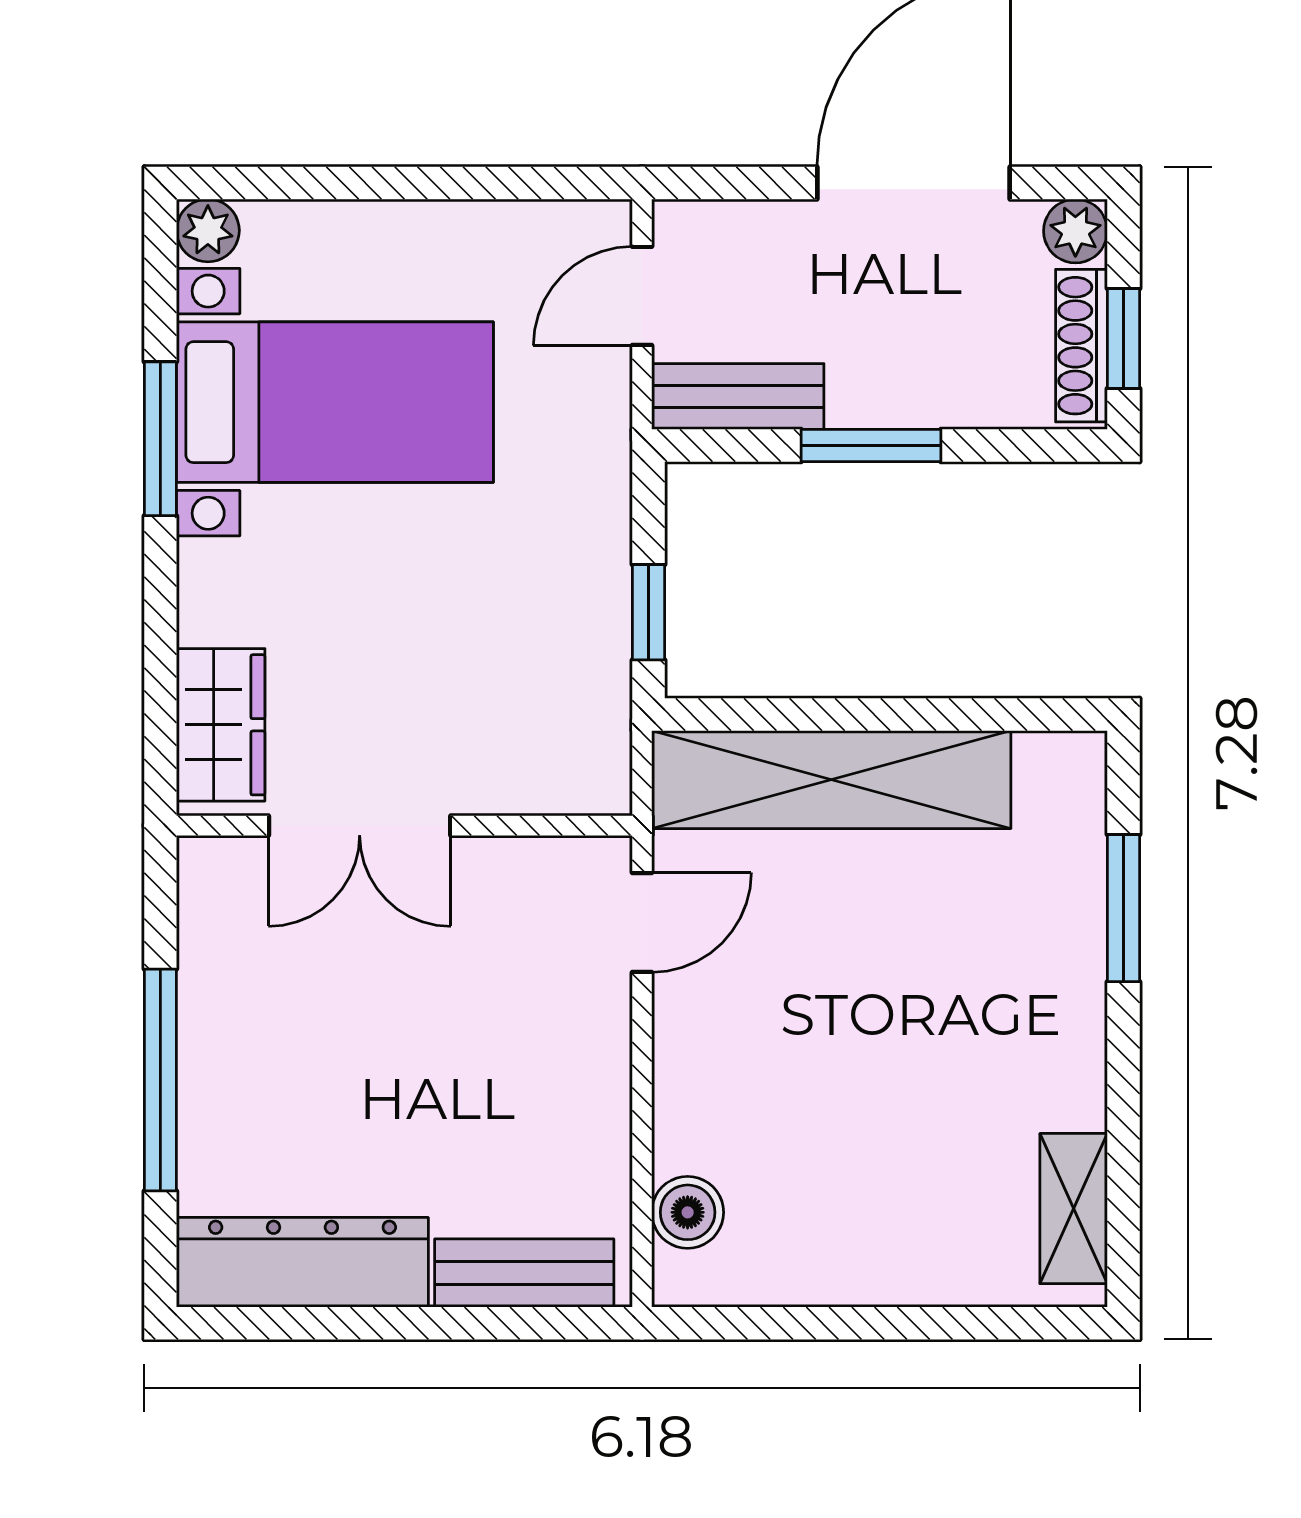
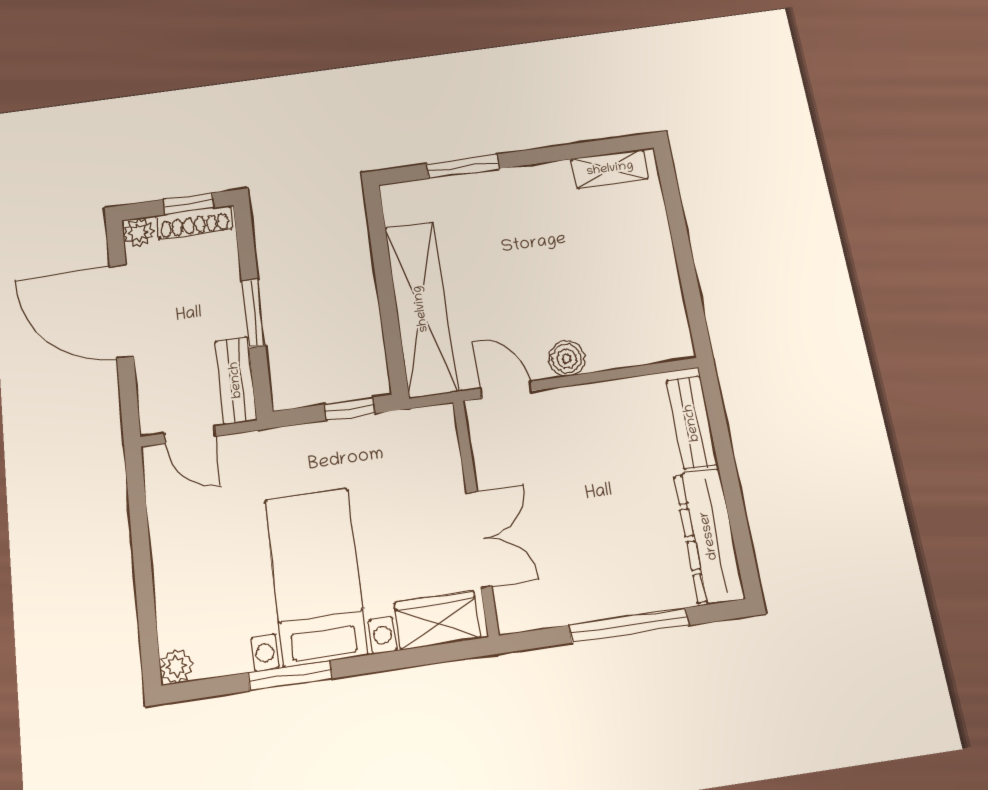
bed with nightstands: (335, 402) -> (316, 576), moved
boiler: (688, 1212) -> (567, 358), moved

